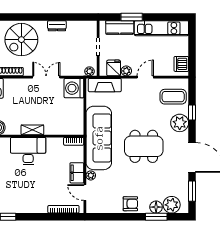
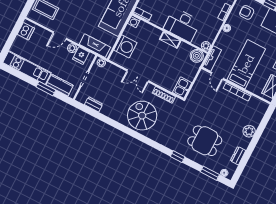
dresser: (57, 26) -> (94, 104), moved
spiral stairs: (21, 40) -> (142, 116), turned -90
washing machine: (74, 88) -> (125, 46), moved
washing machine: (78, 130) -> (134, 21), added

